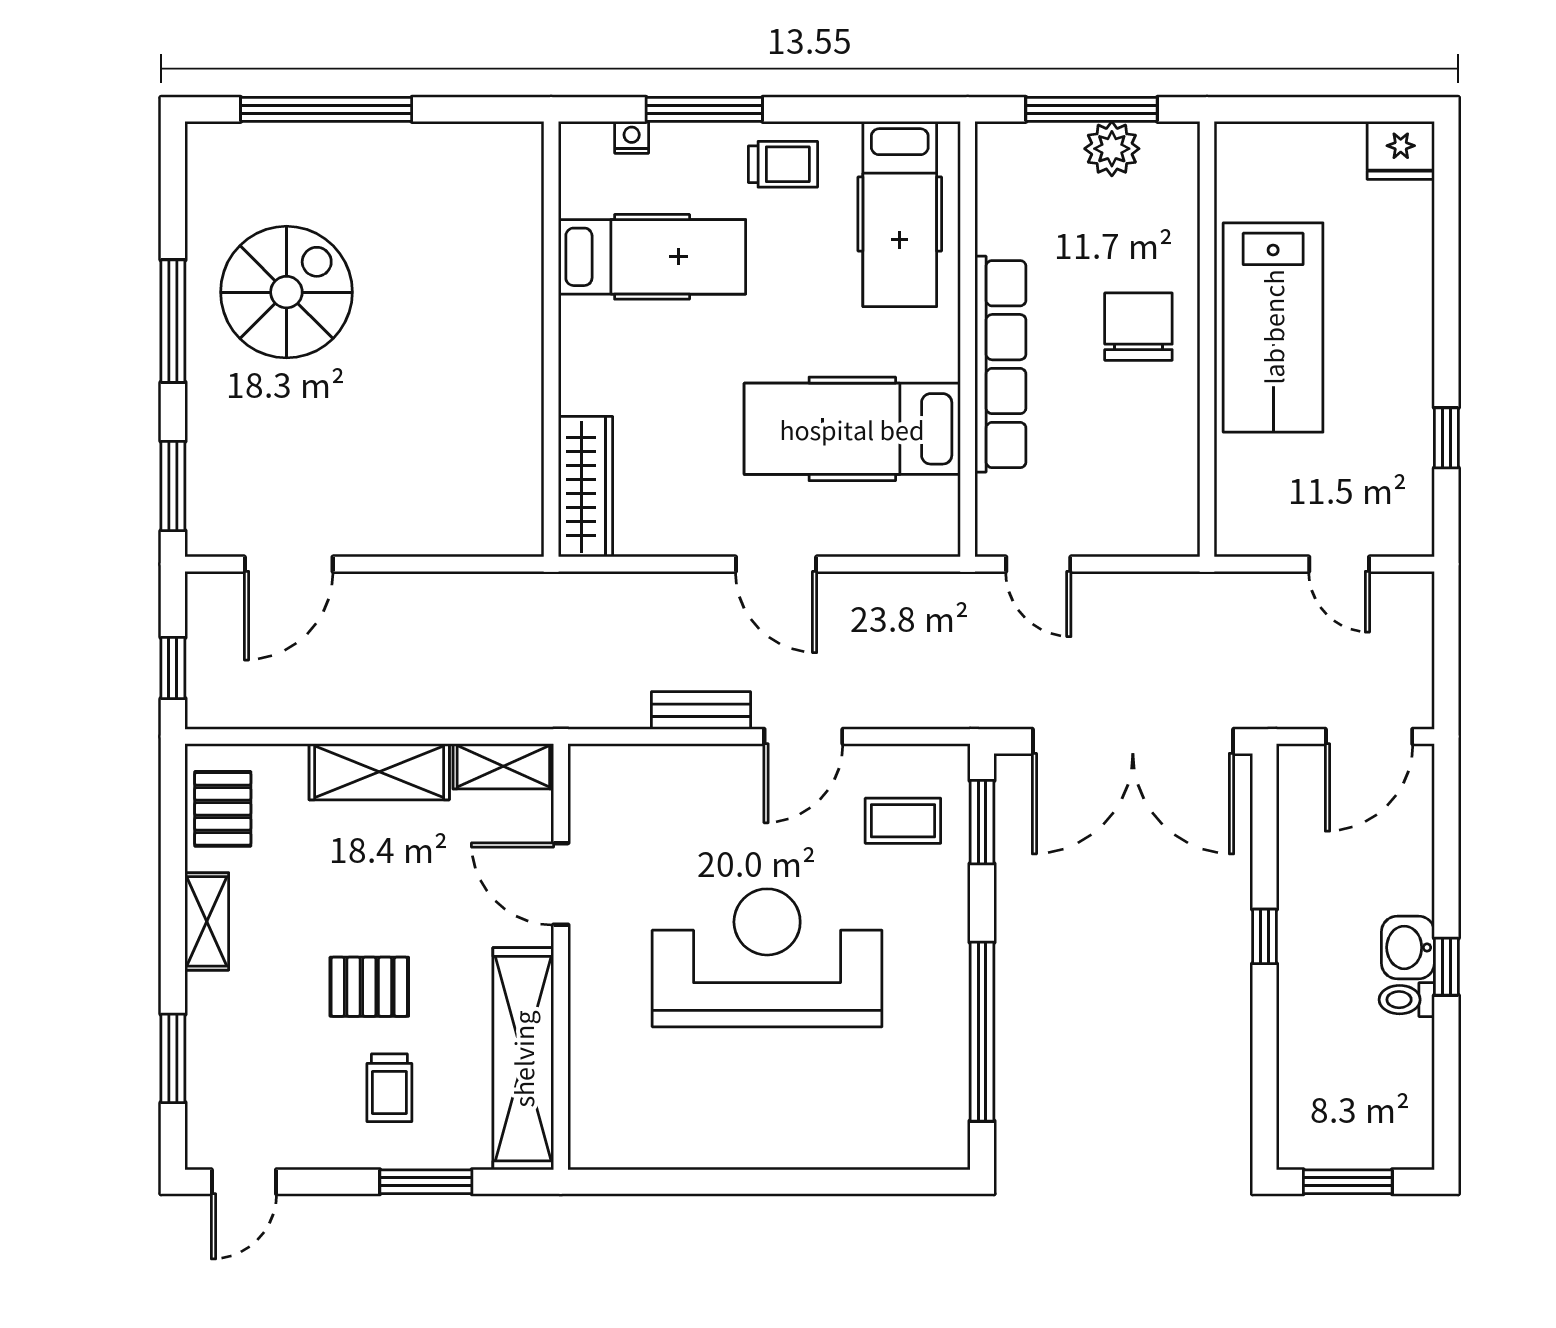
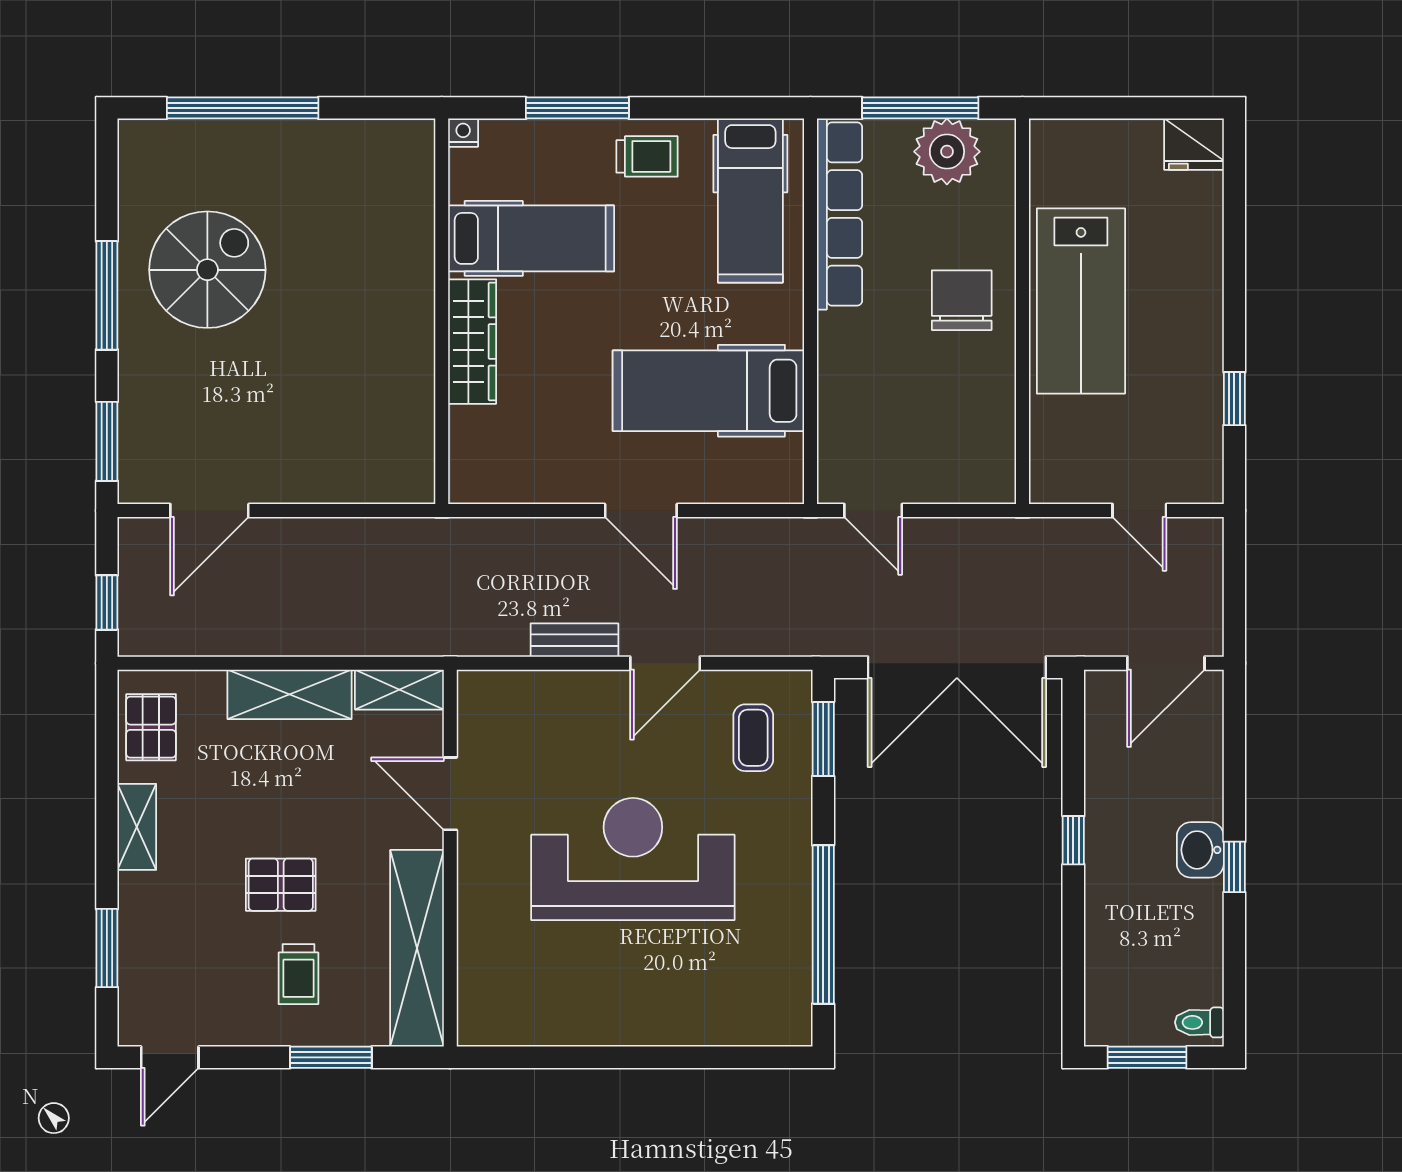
nightstand: (632, 137) -> (463, 133), moved
plant: (1112, 149) -> (947, 152), width x1.36, depth x1.36
row of seats: (1000, 364) -> (840, 214), moved
wardrobe: (585, 487) -> (472, 342), moved
coffee table: (903, 821) -> (753, 738), turned 90
toilet: (1407, 1000) -> (1199, 1022), moved

